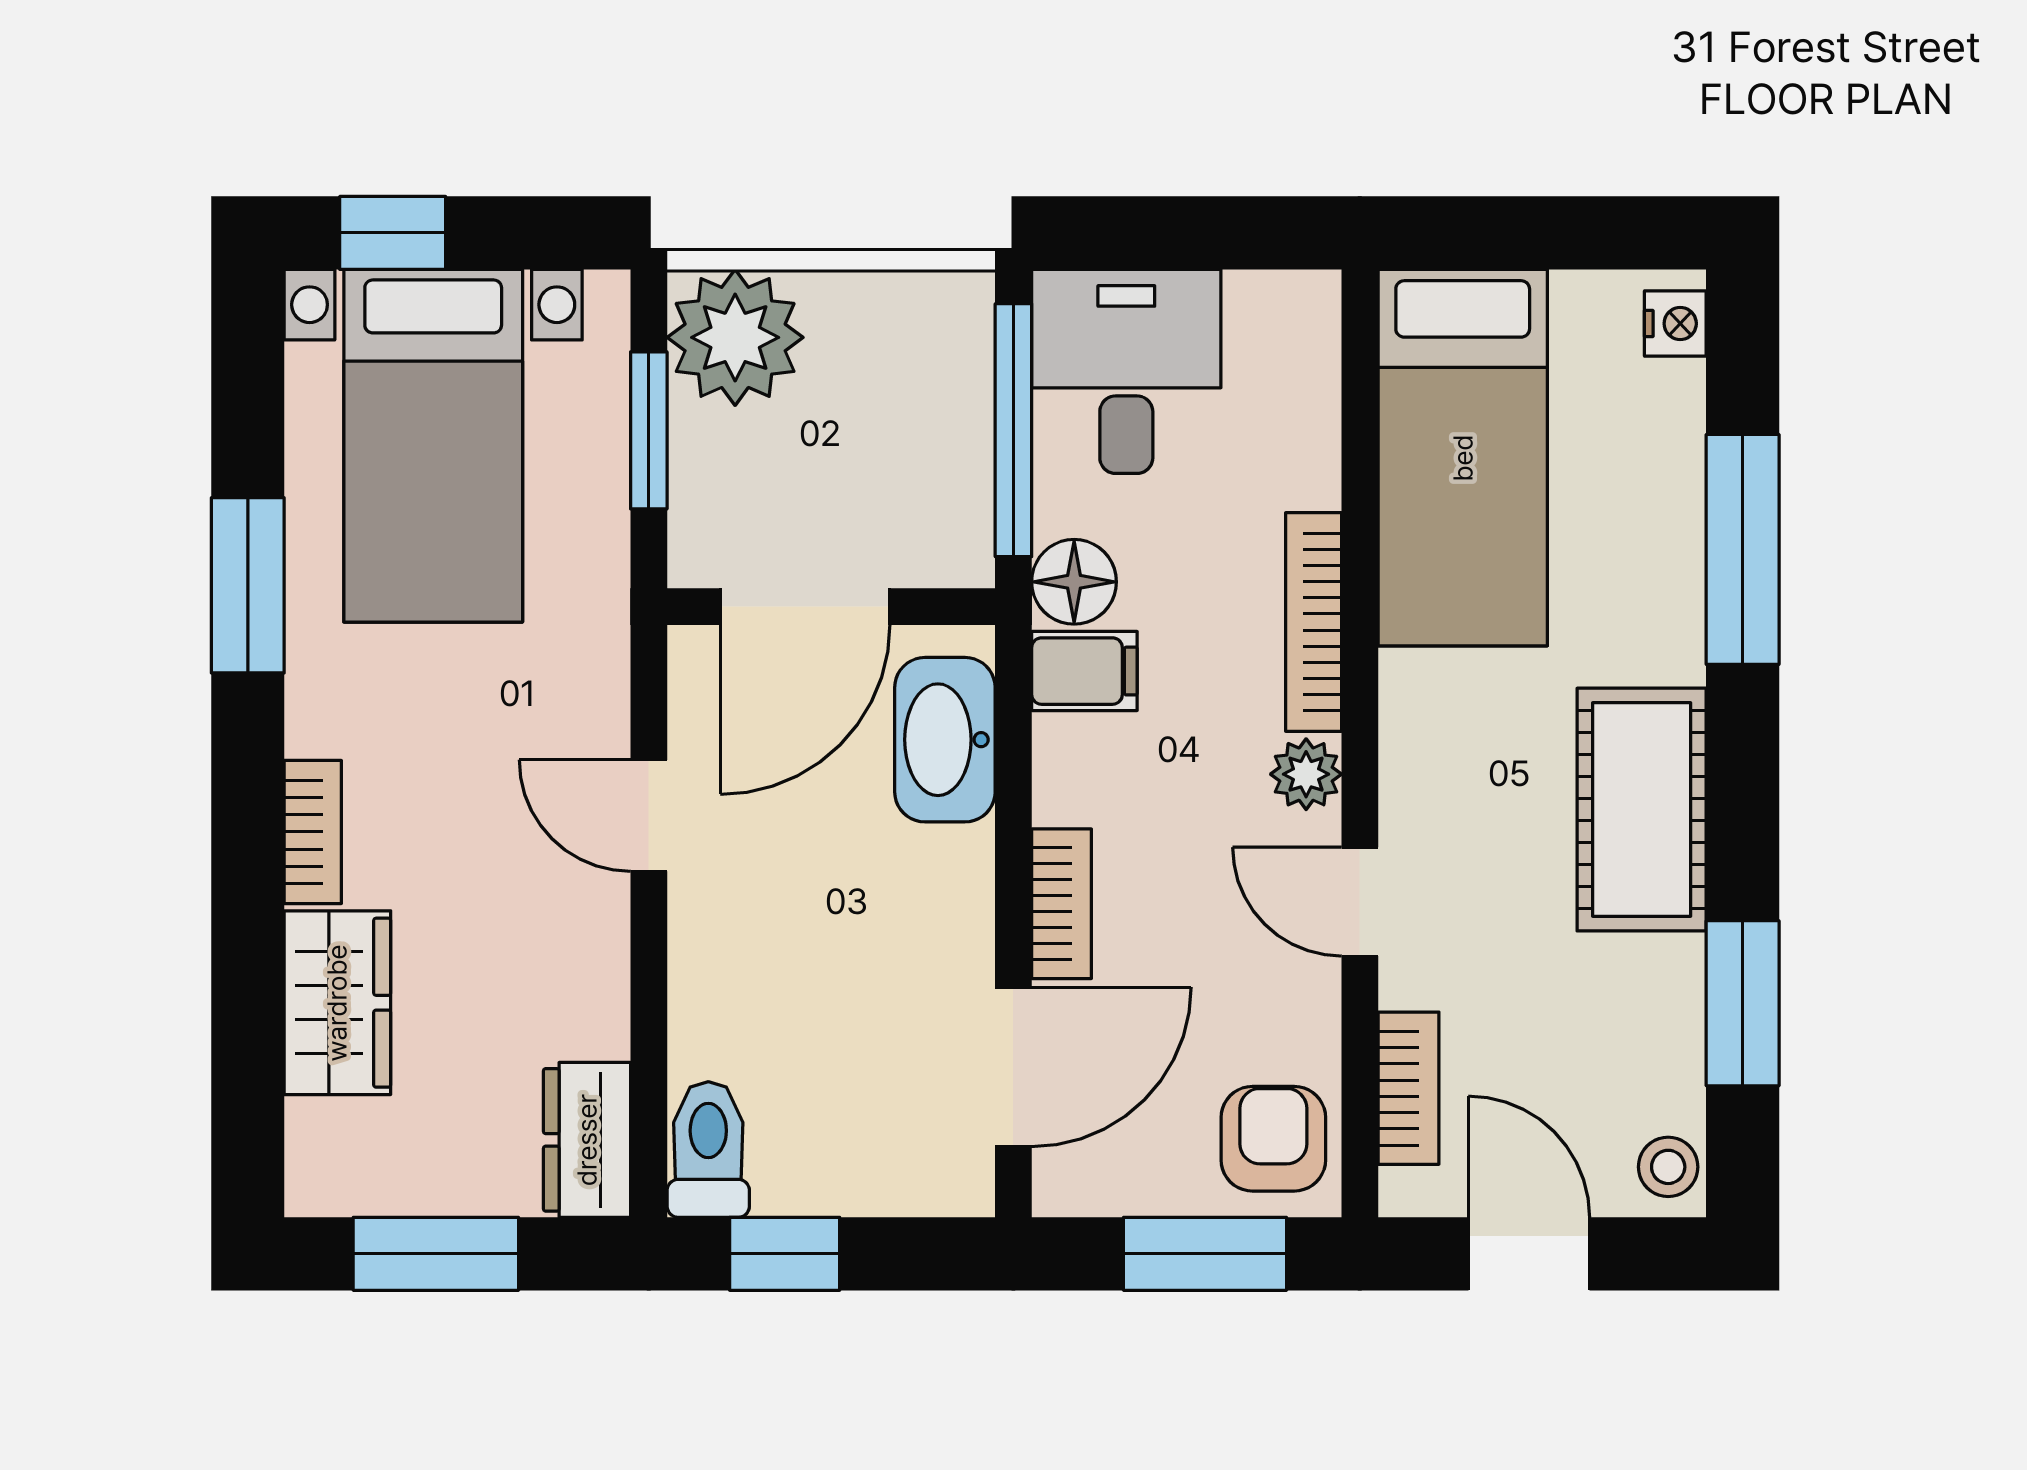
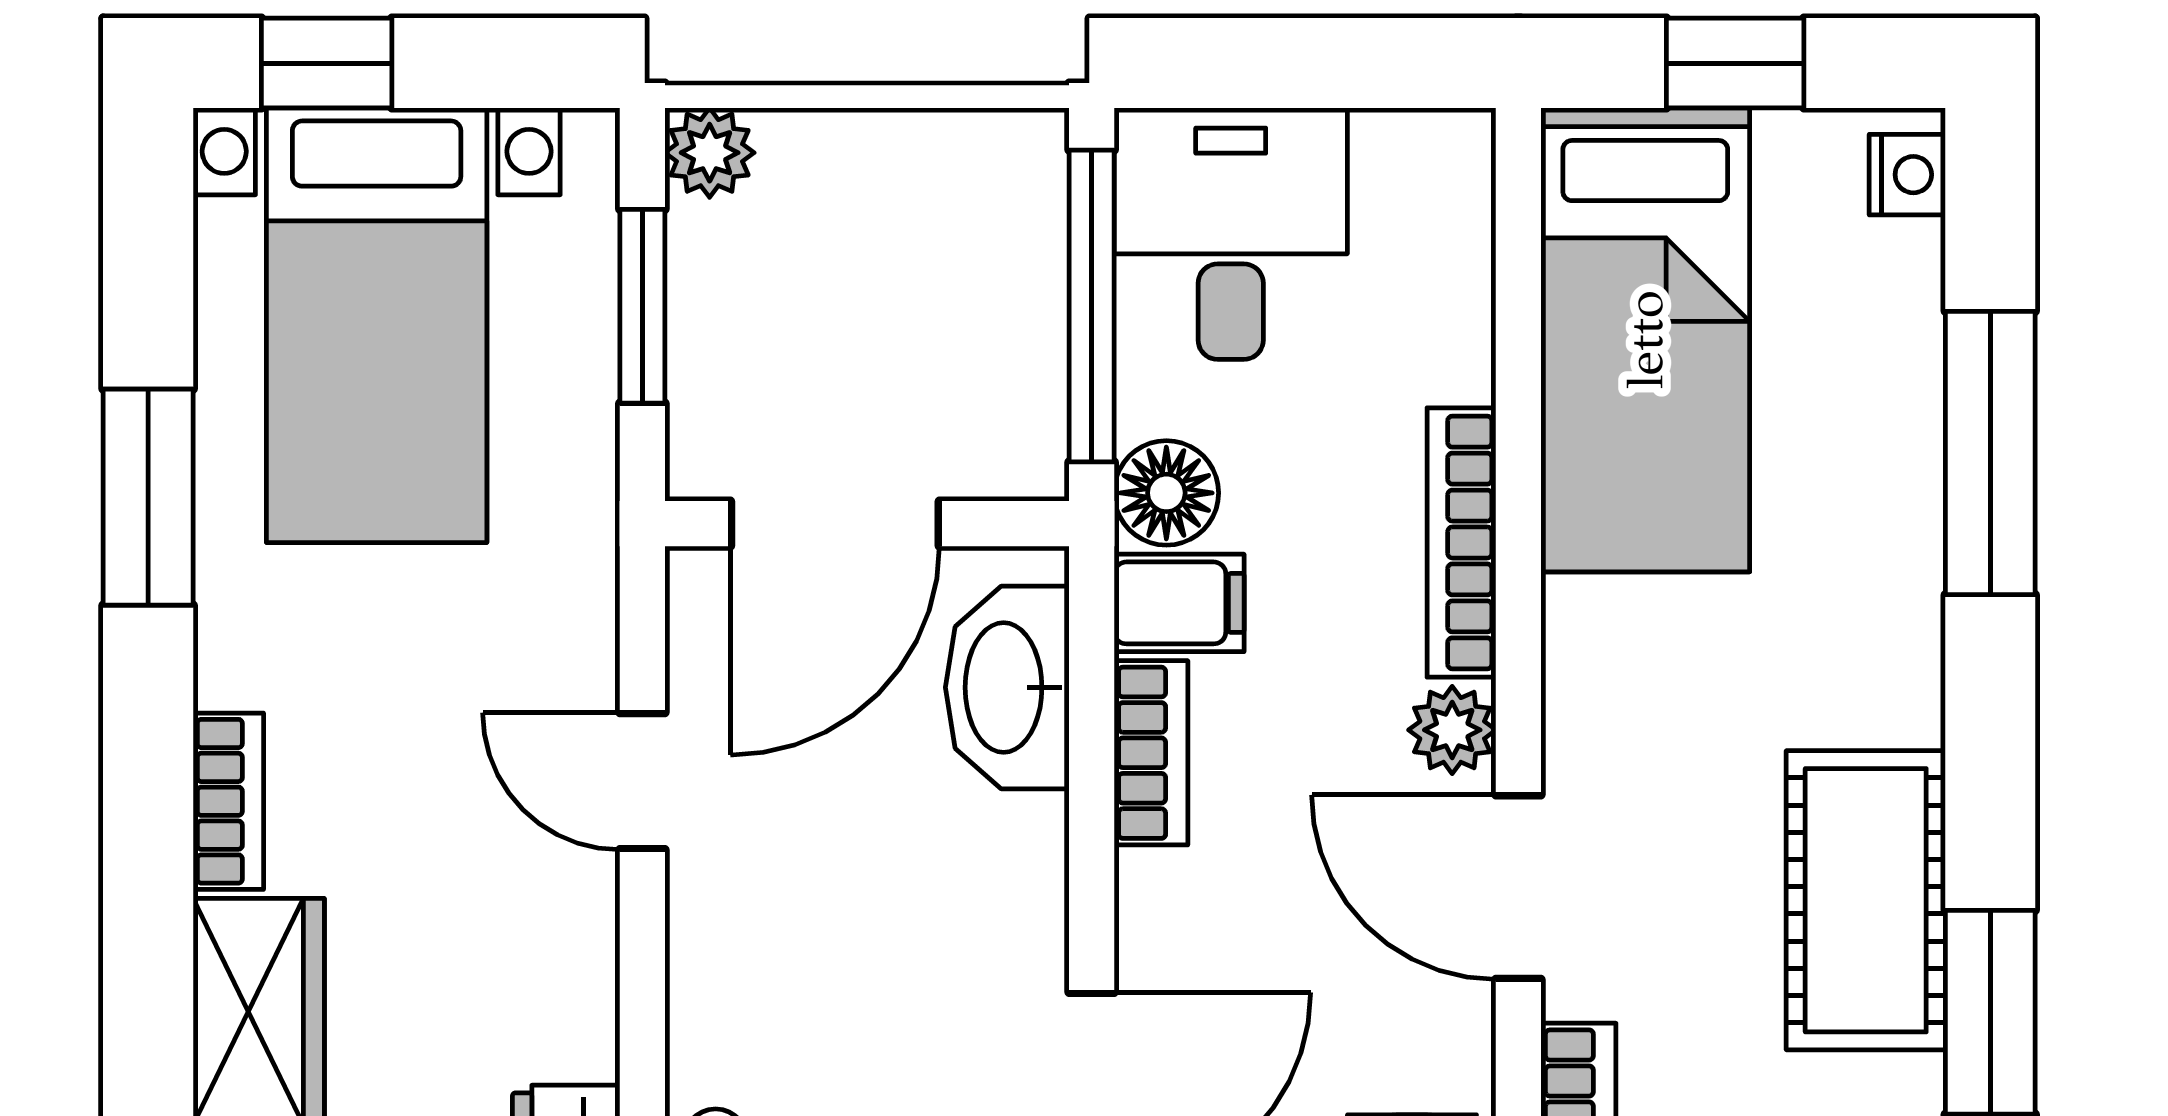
window: (1536, 233) -> (1735, 63), added
plant: (735, 337) -> (710, 153), width x0.53, depth x0.53
cot: (1642, 810) -> (1866, 900), moved
door: (1360, 902) -> (1518, 887), width x1.38
bookcase: (1062, 904) -> (1151, 753), moved

